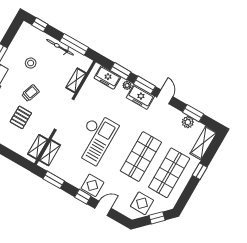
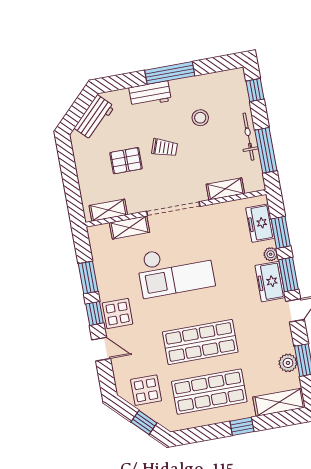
shelving: (50, 153) -> (130, 228), moved
window: (54, 180) -> (88, 278), moved

